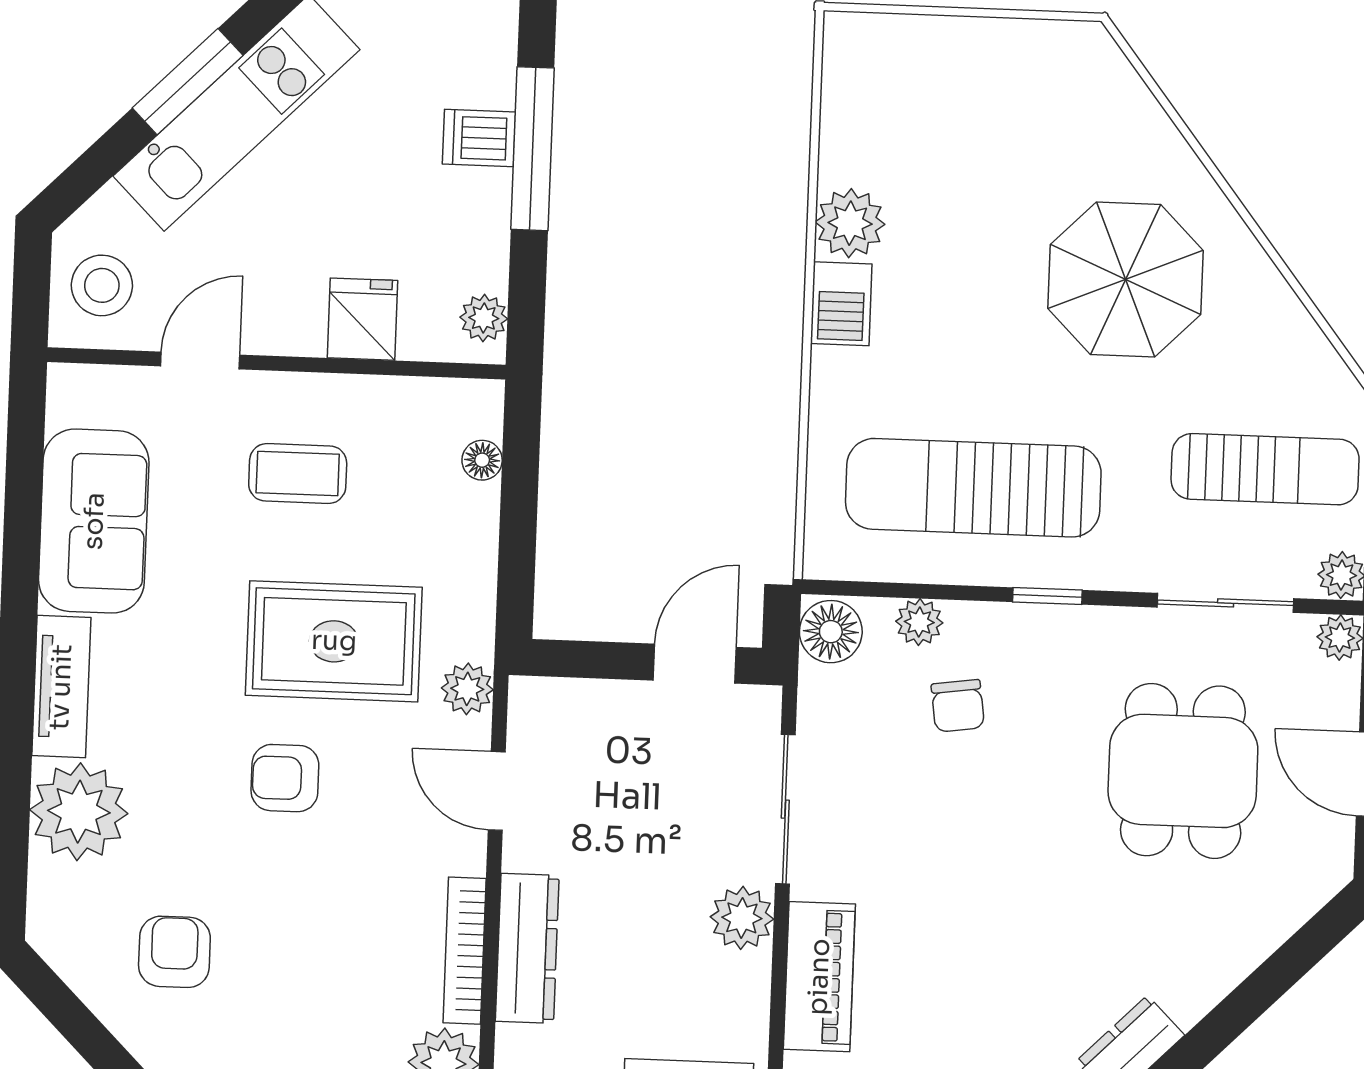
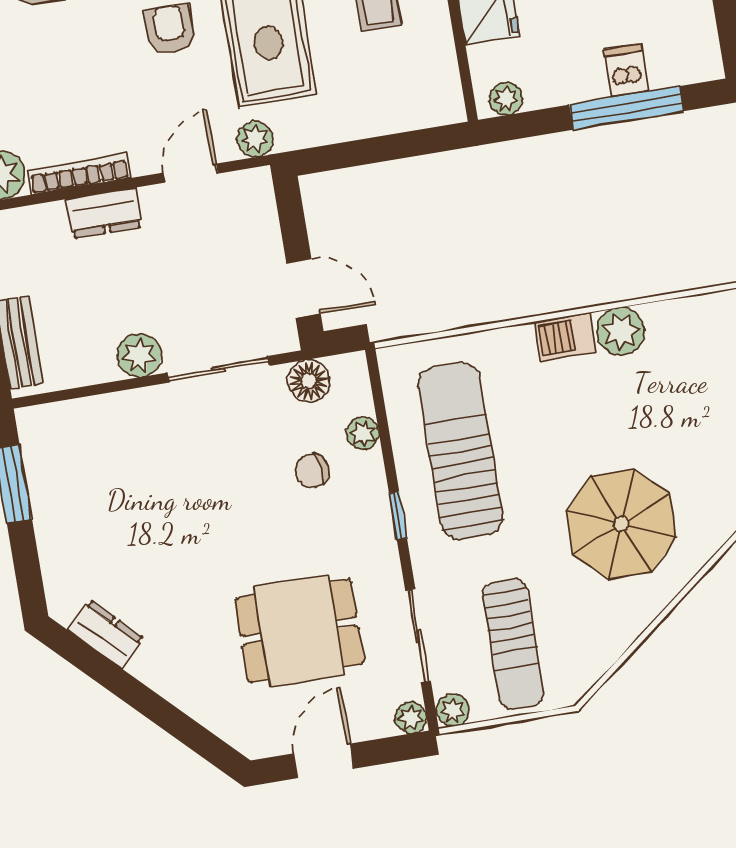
floor lamp: (482, 460) -> (411, 117), removed
floor lamp: (831, 632) -> (309, 381), moved
dresser: (527, 948) -> (104, 213), width x0.70
piano: (819, 977) -> (111, 415), removed

